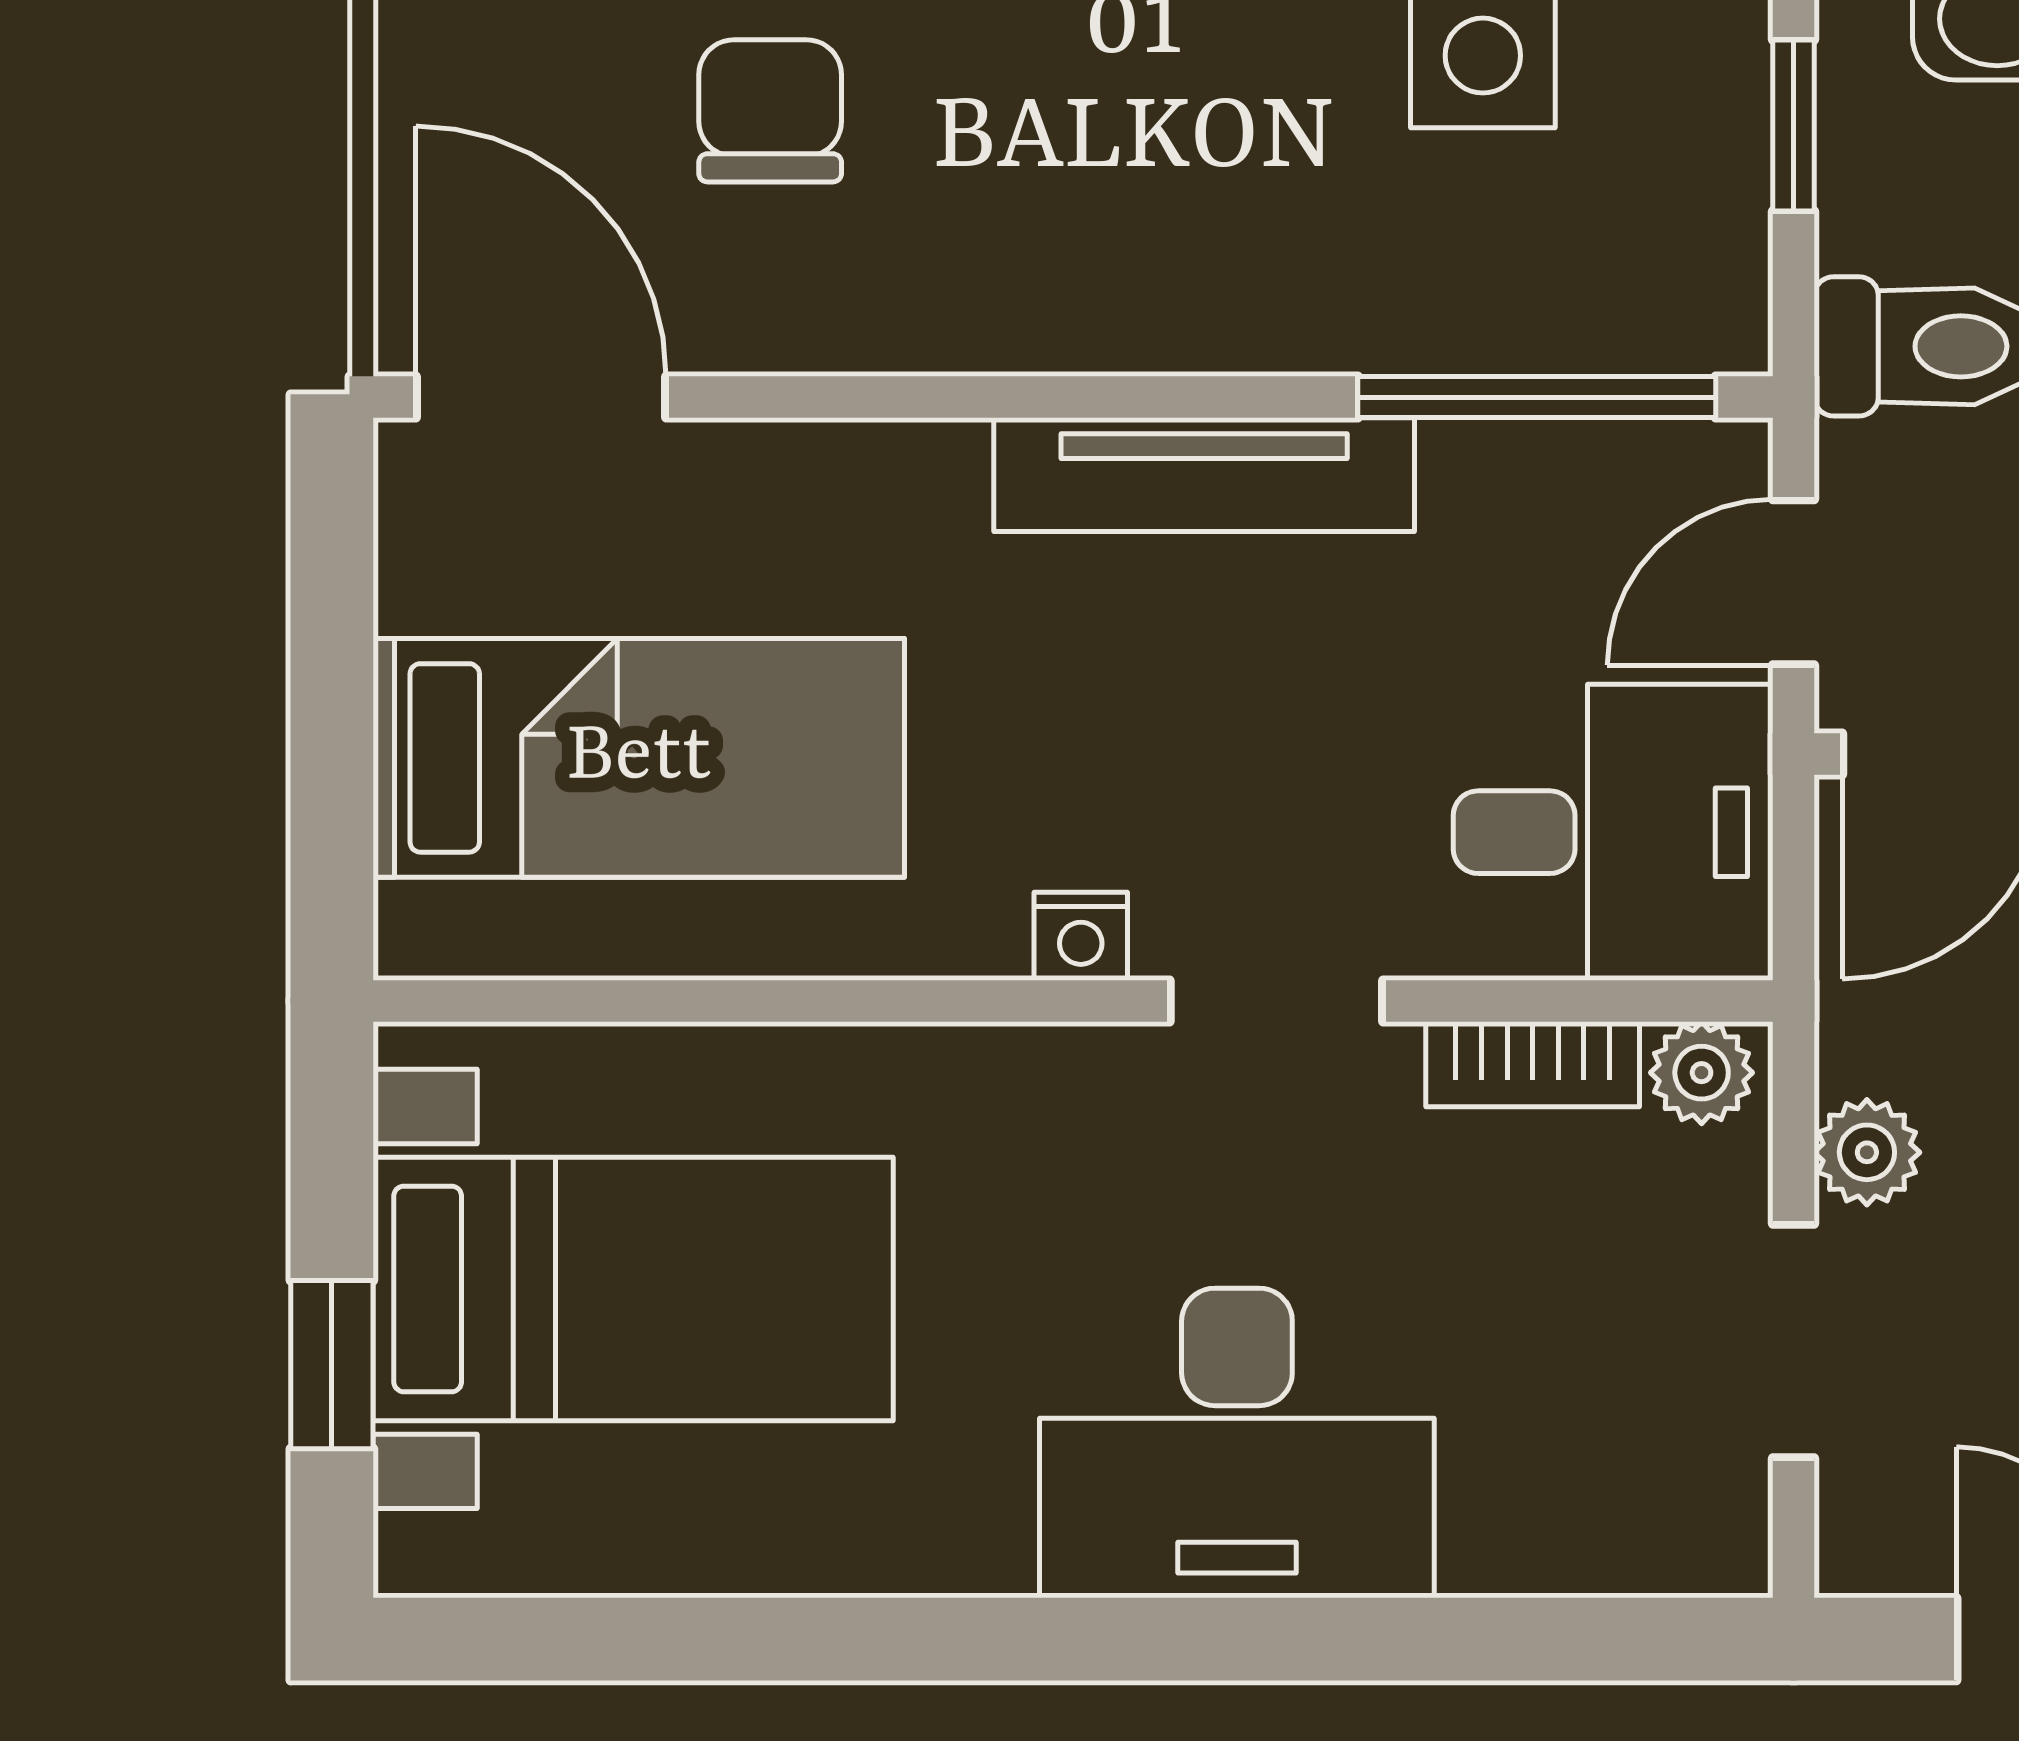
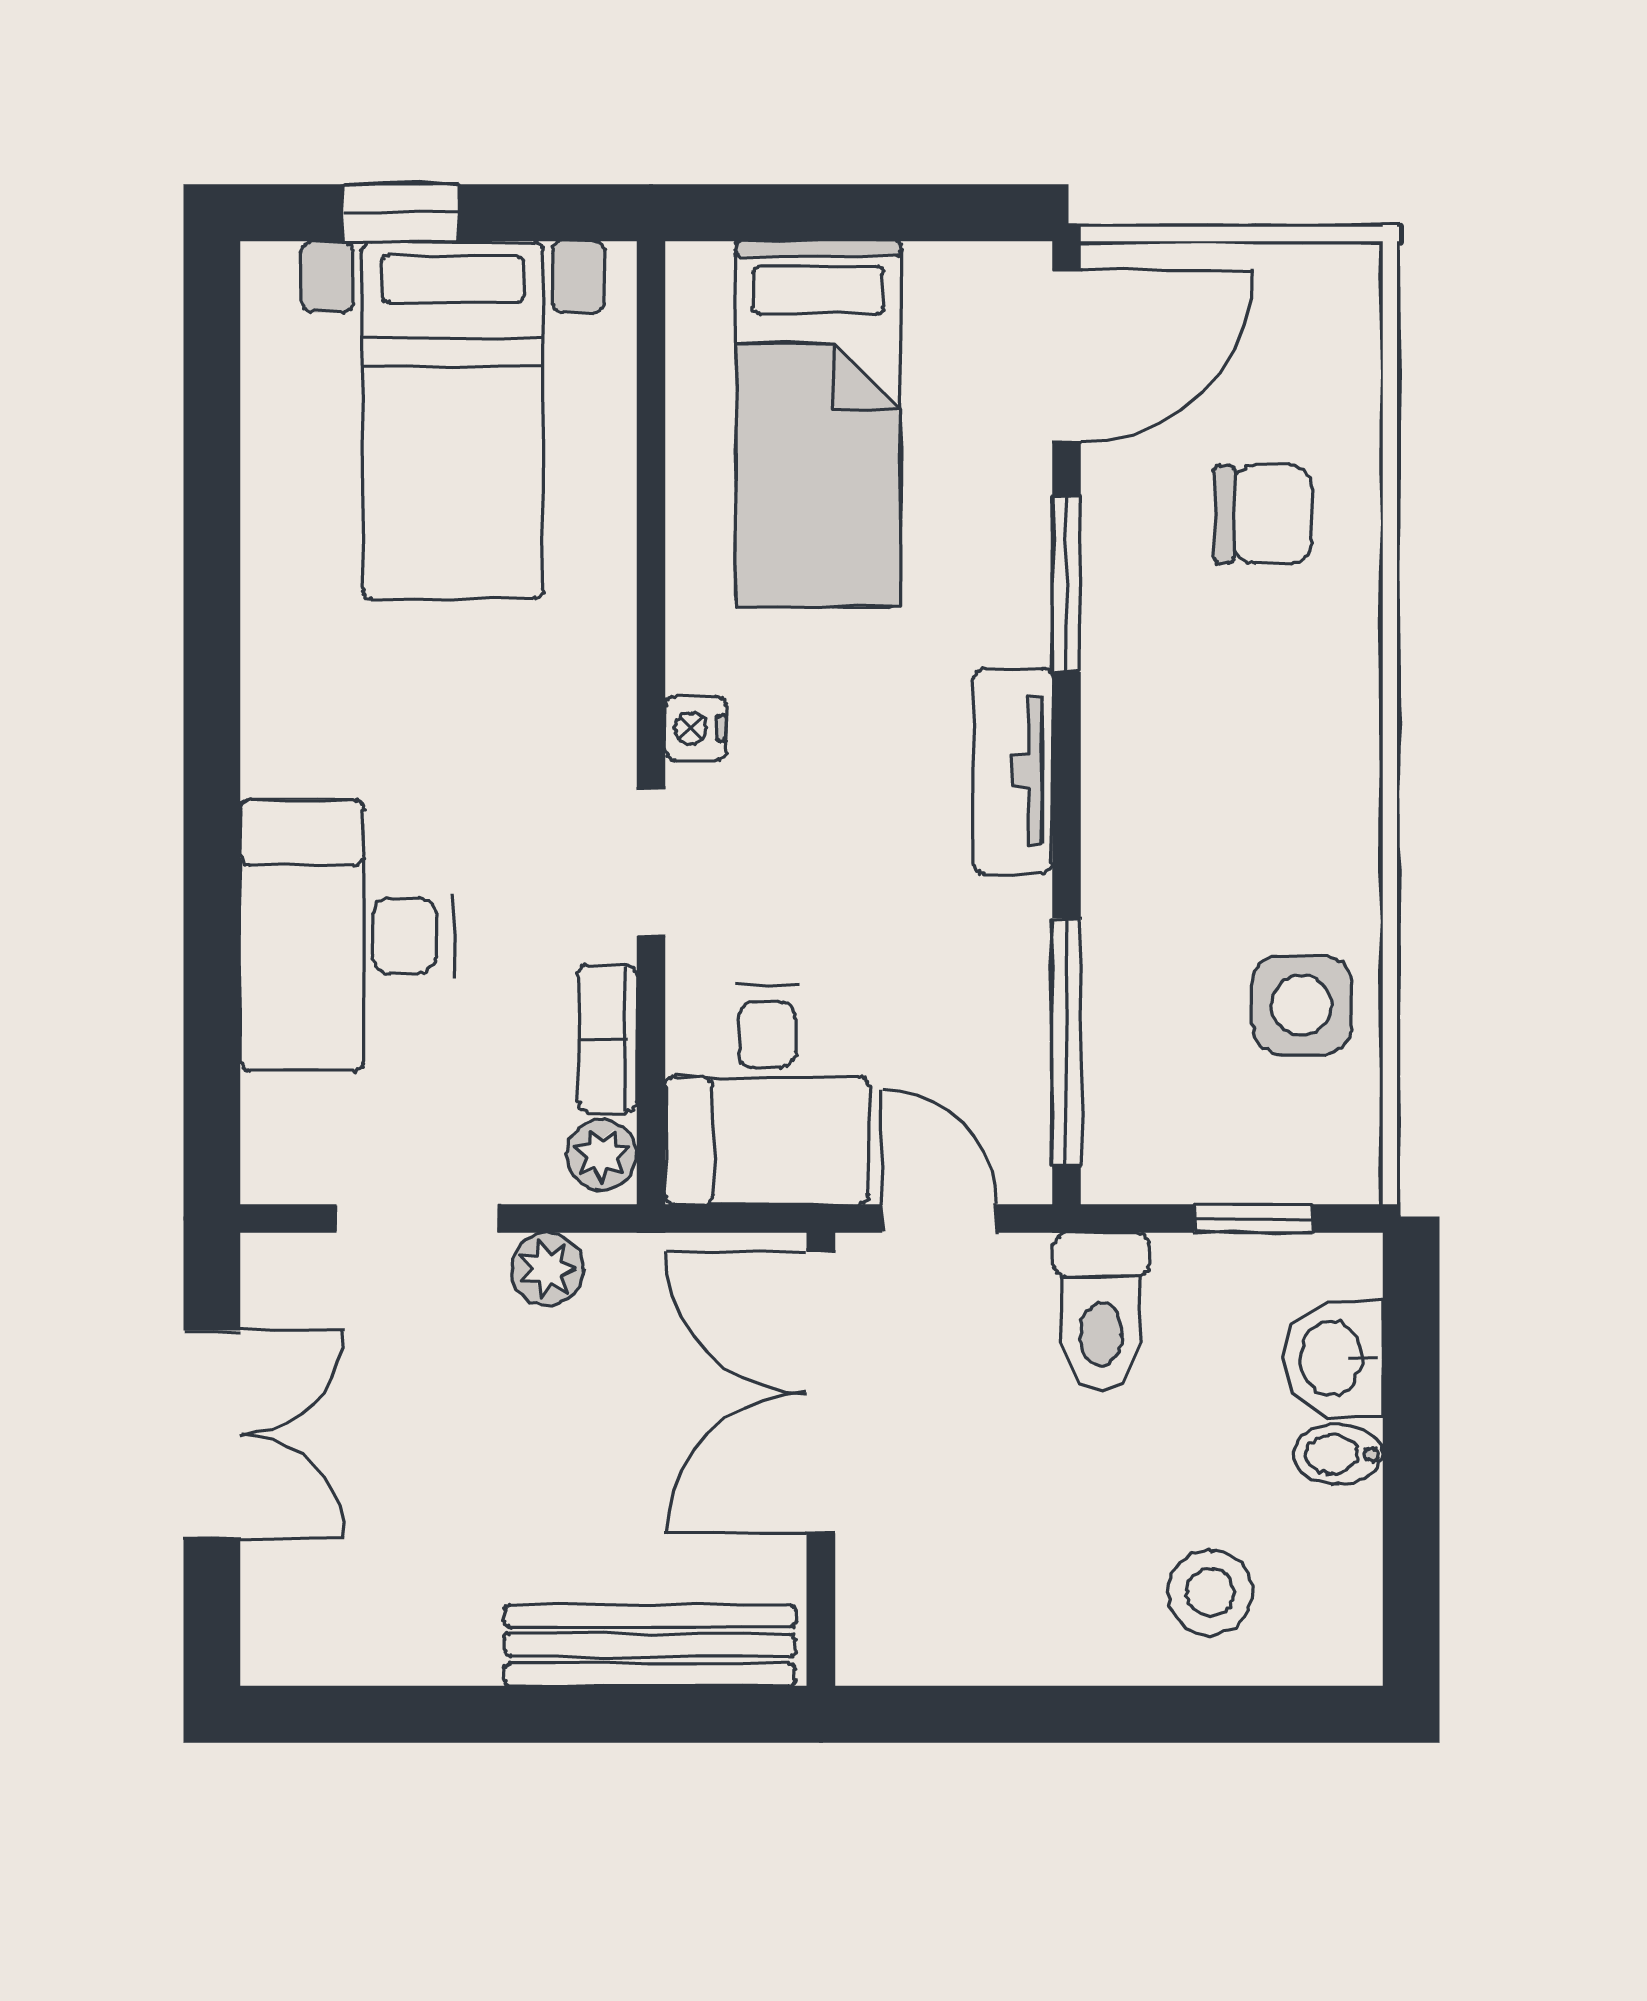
window: (871, 397) -> (1066, 584), added
tv unit: (1204, 475) -> (1013, 771), width x0.71
desk: (1237, 1443) -> (347, 936), moved

